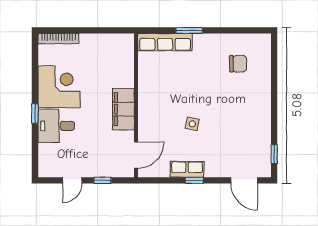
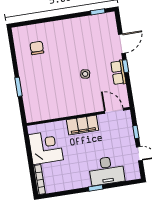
row of seats: (165, 42) -> (30, 103), removed
corner desk: (59, 87) -> (46, 147), moved, turned 90
desk: (56, 126) -> (107, 171), width x1.37
door: (244, 180) -> (122, 44), moved

